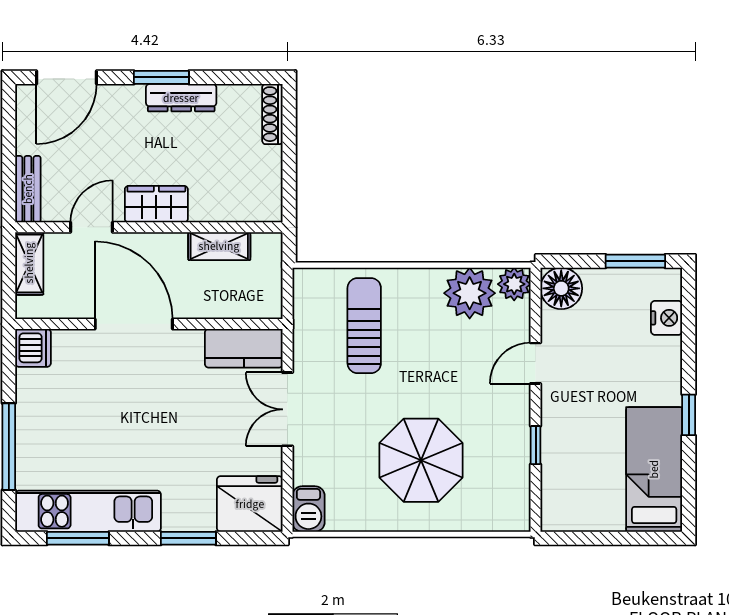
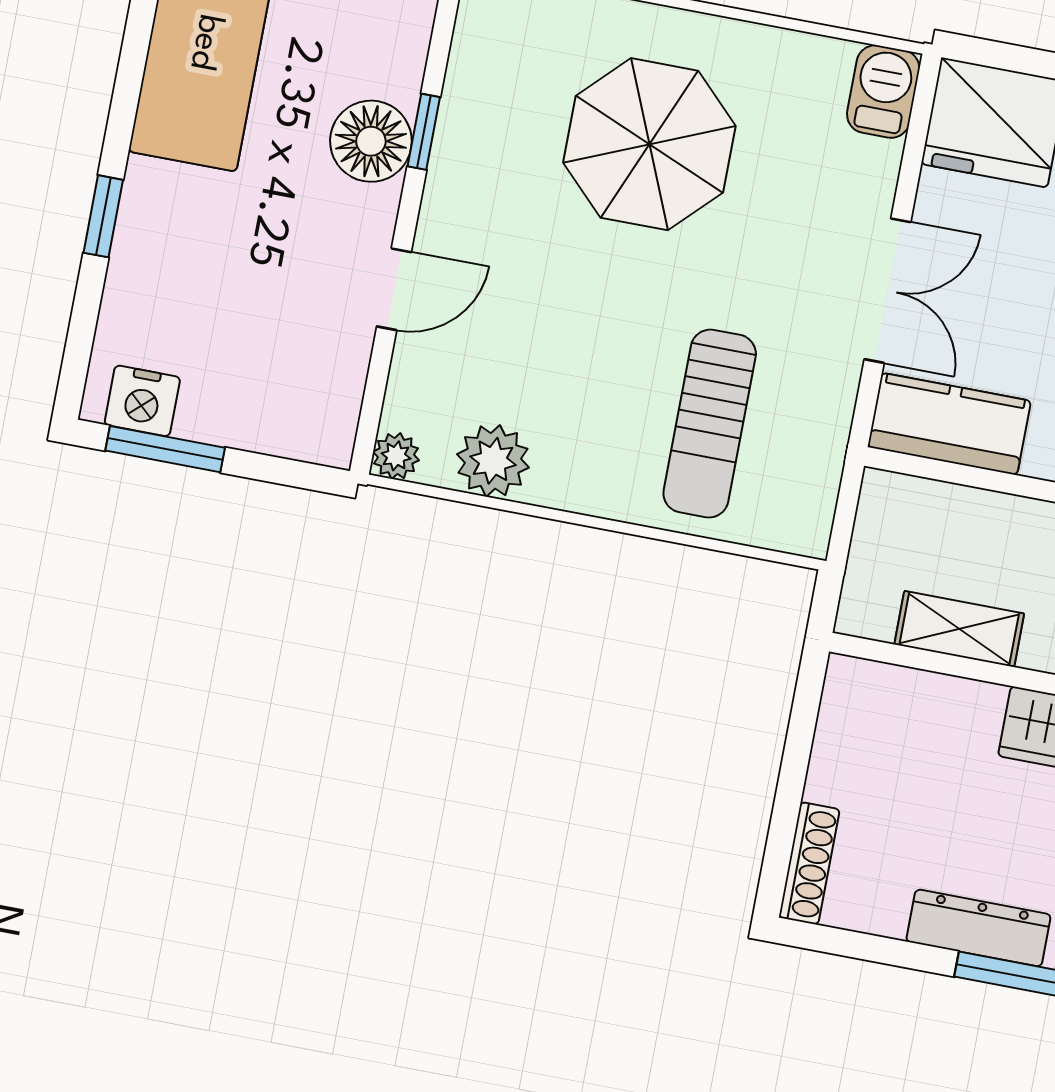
plant: (514, 284) -> (396, 456), width x0.73, depth x0.73
floor lamp: (561, 288) -> (371, 141), moved
plant: (470, 293) -> (493, 461), width x0.73, depth x0.73
nightstand: (667, 318) -> (142, 401), moved, turned -90
window: (689, 415) -> (103, 216), moved

